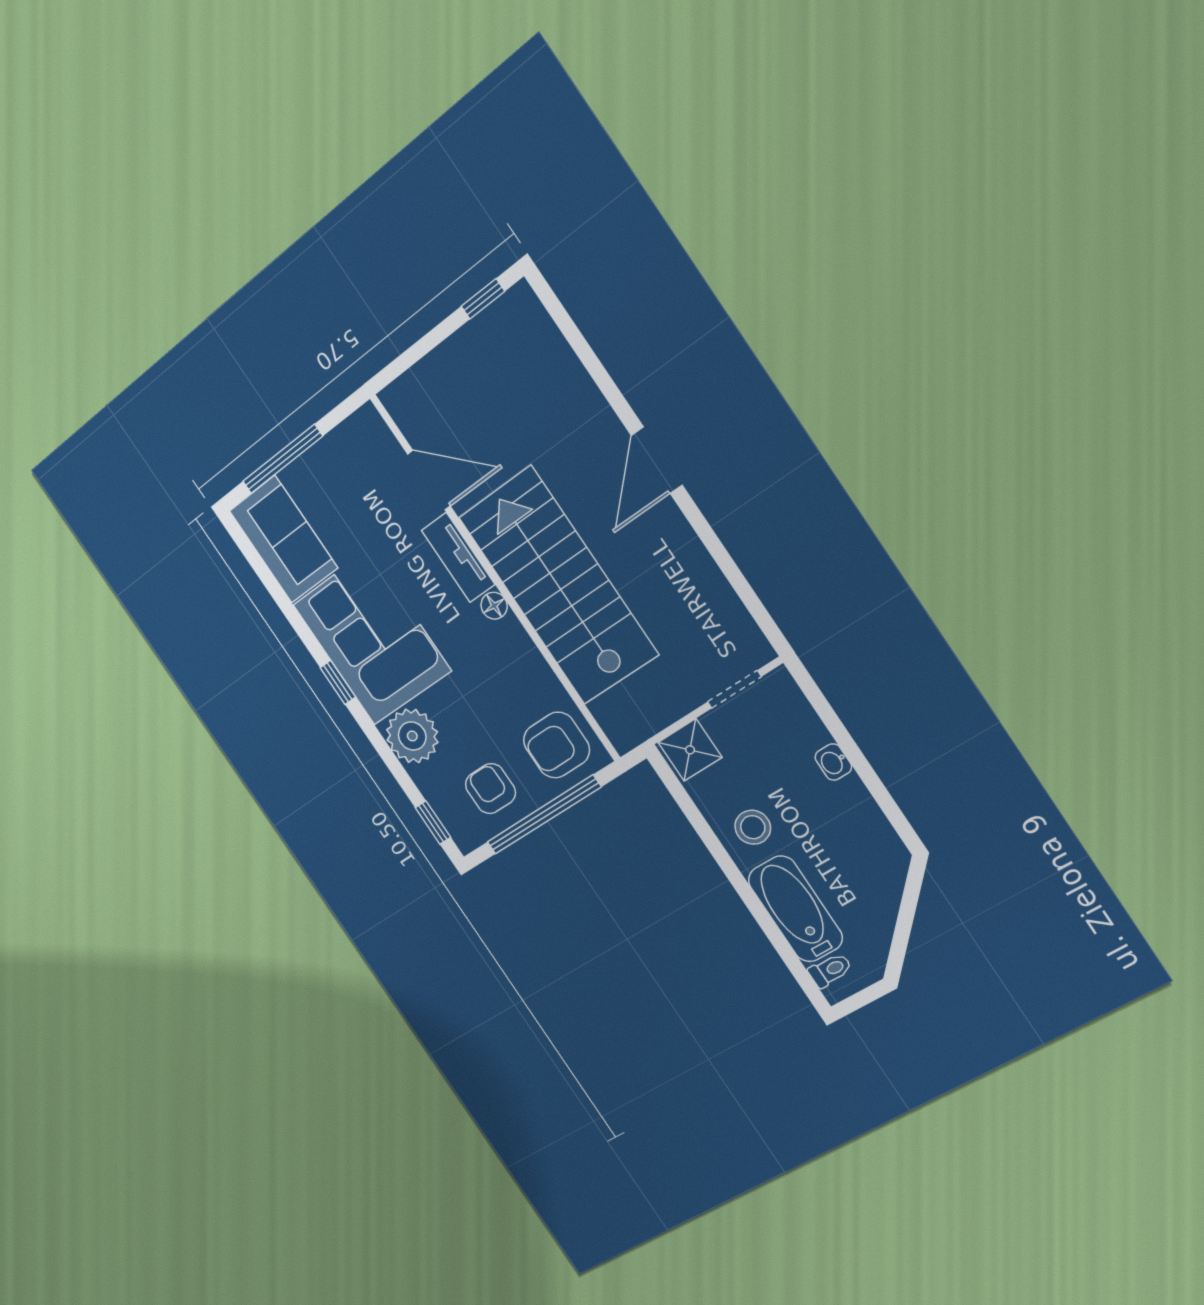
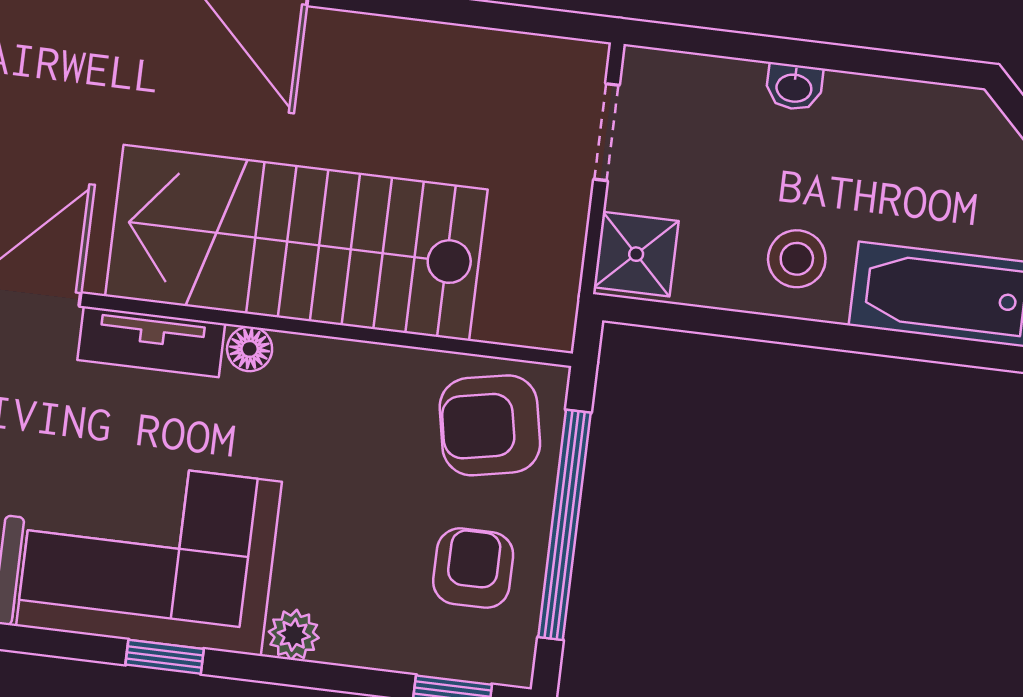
plant: (412, 736) -> (294, 635), width x0.53, depth x0.53
armchair: (556, 745) -> (490, 425), turned 79
armchair: (490, 789) -> (473, 568), turned 90

